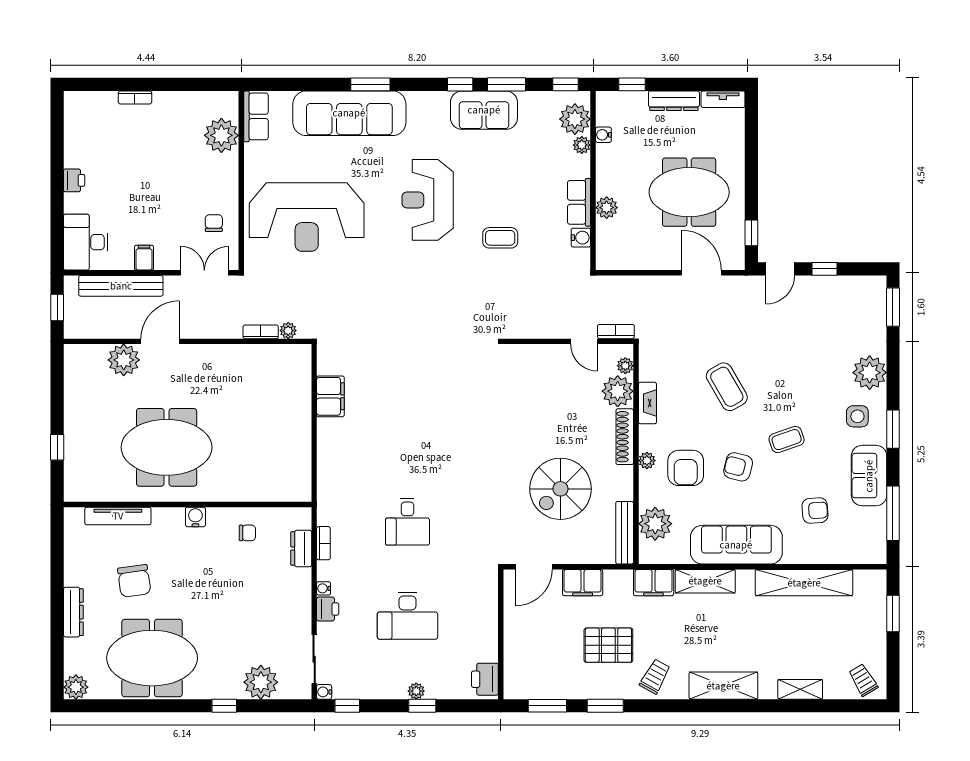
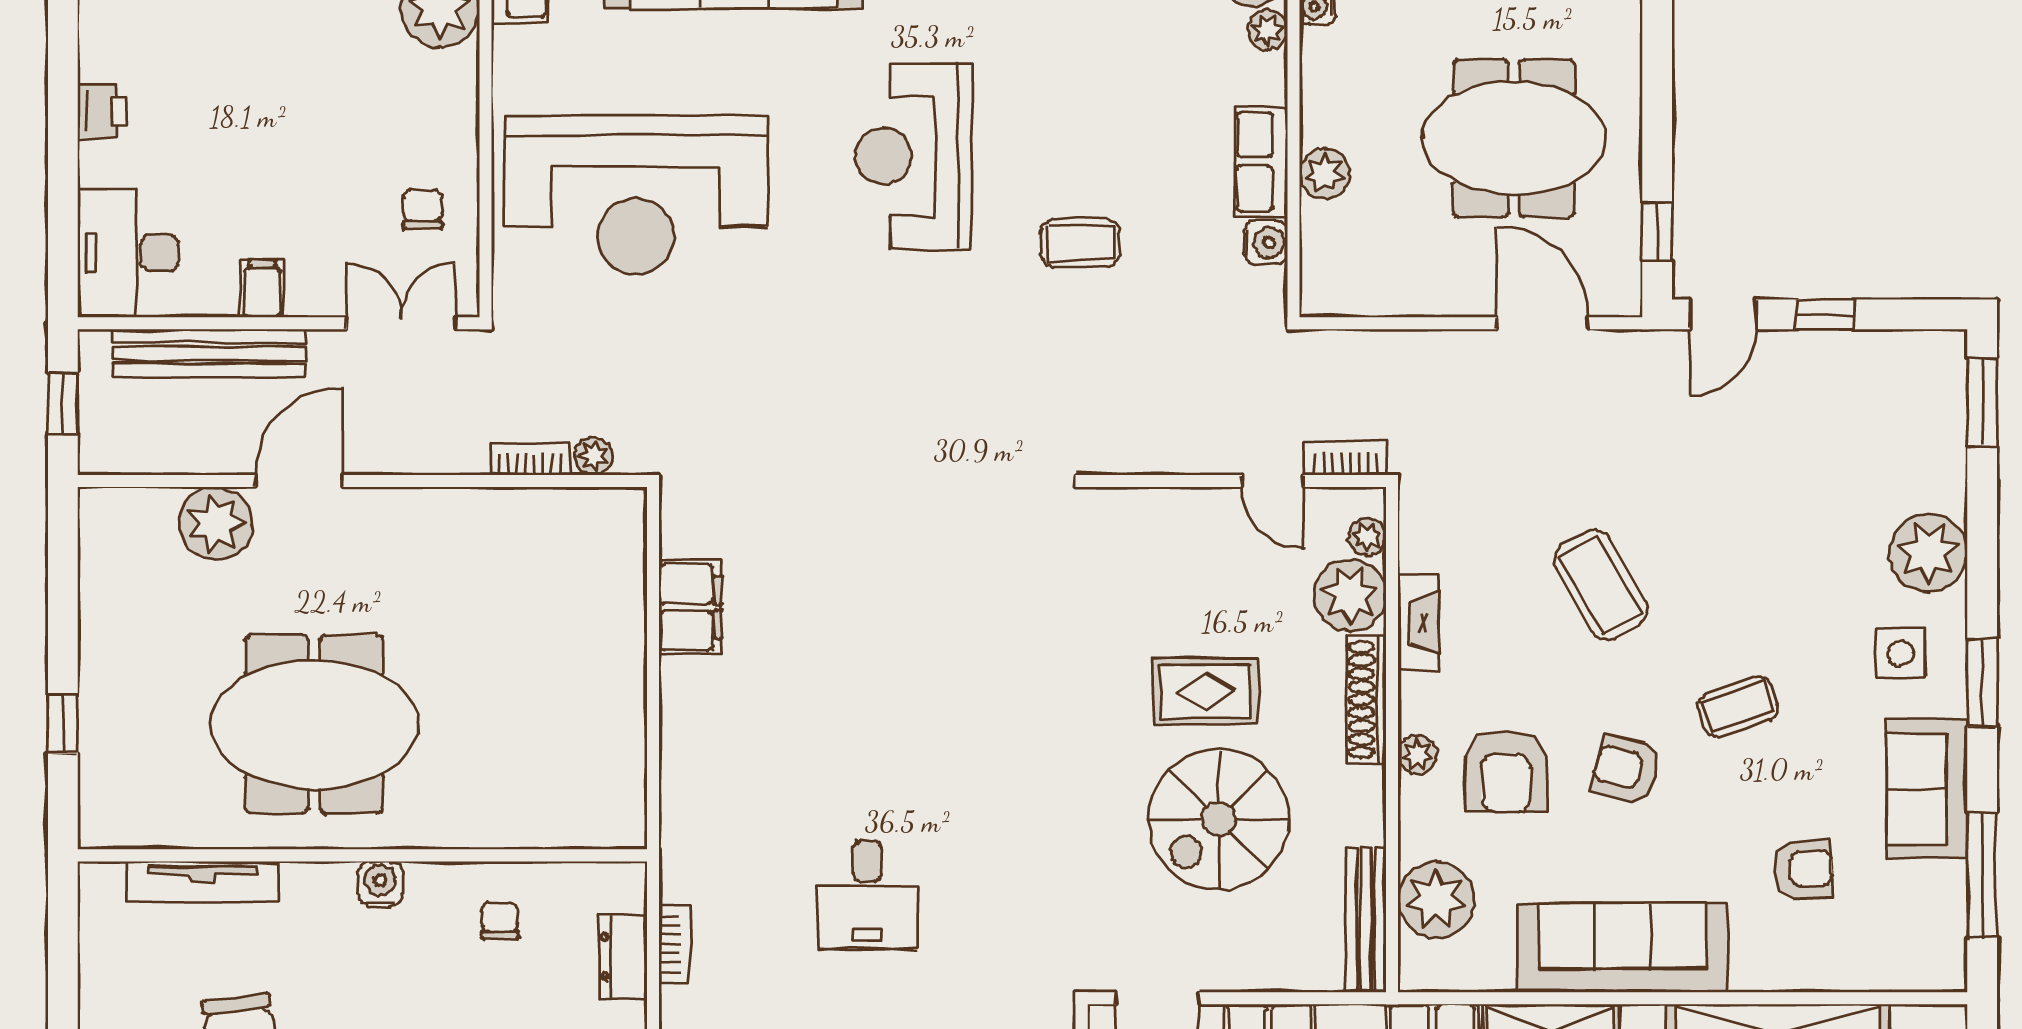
rug: (555, 433) -> (1206, 691), added
chair: (247, 533) -> (500, 921), turned -90

